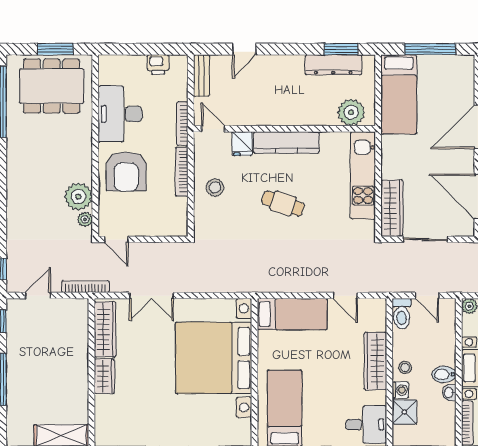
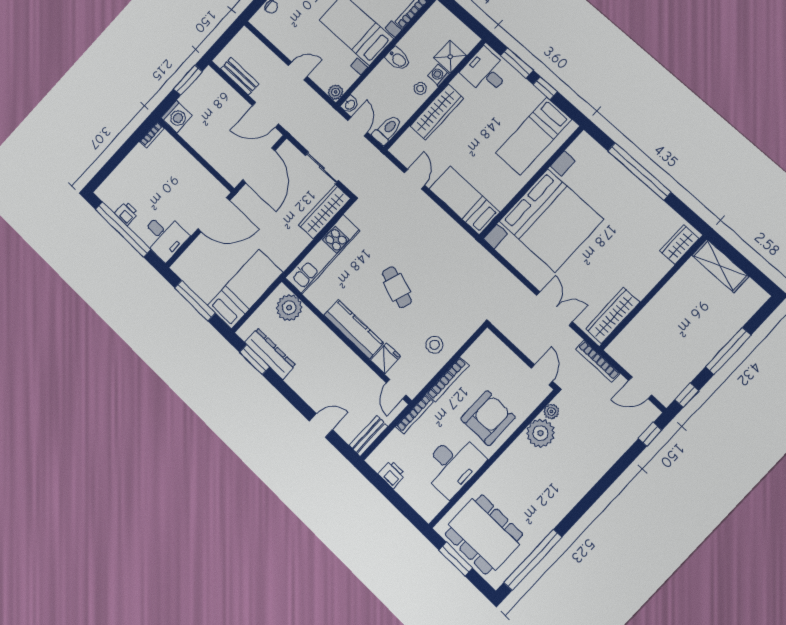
wardrobe: (104, 376) -> (679, 245), moved
washbasin: (449, 393) -> (350, 104), moved

